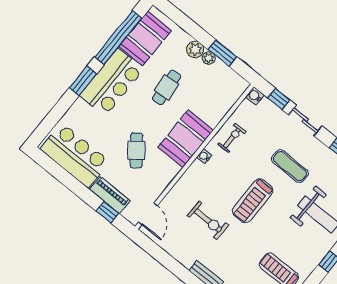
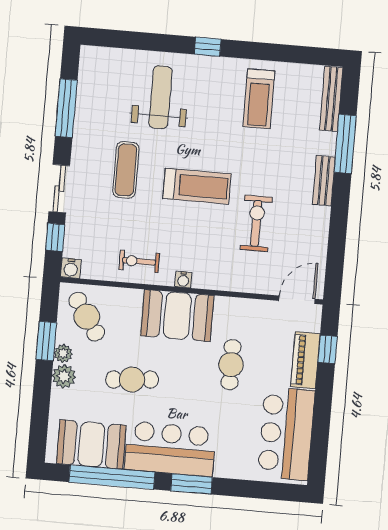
cafe table: (221, 86) -> (87, 317), added
cafe table: (136, 150) -> (231, 365), turned -52

